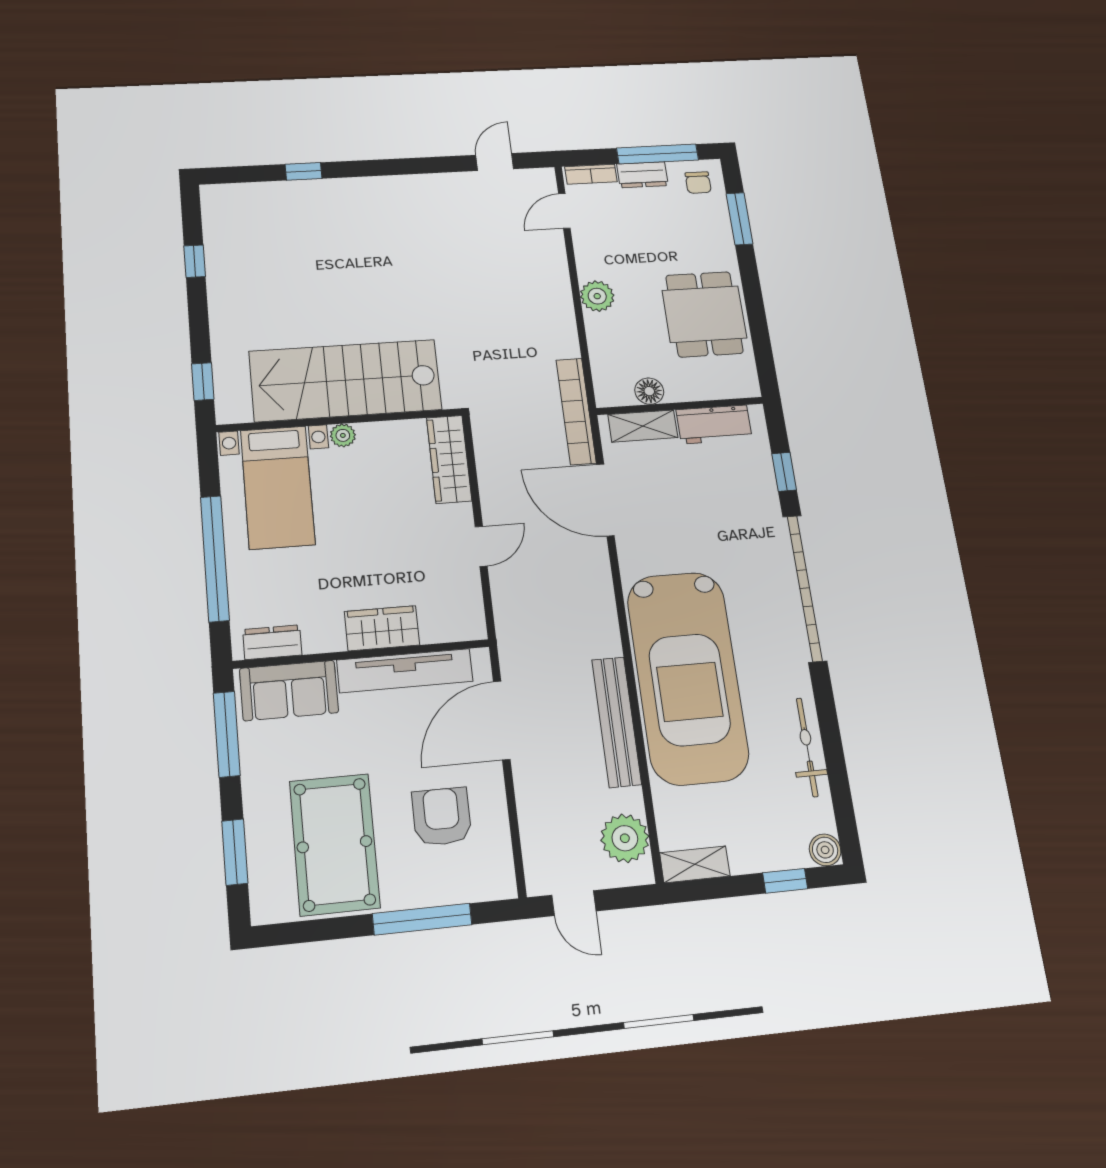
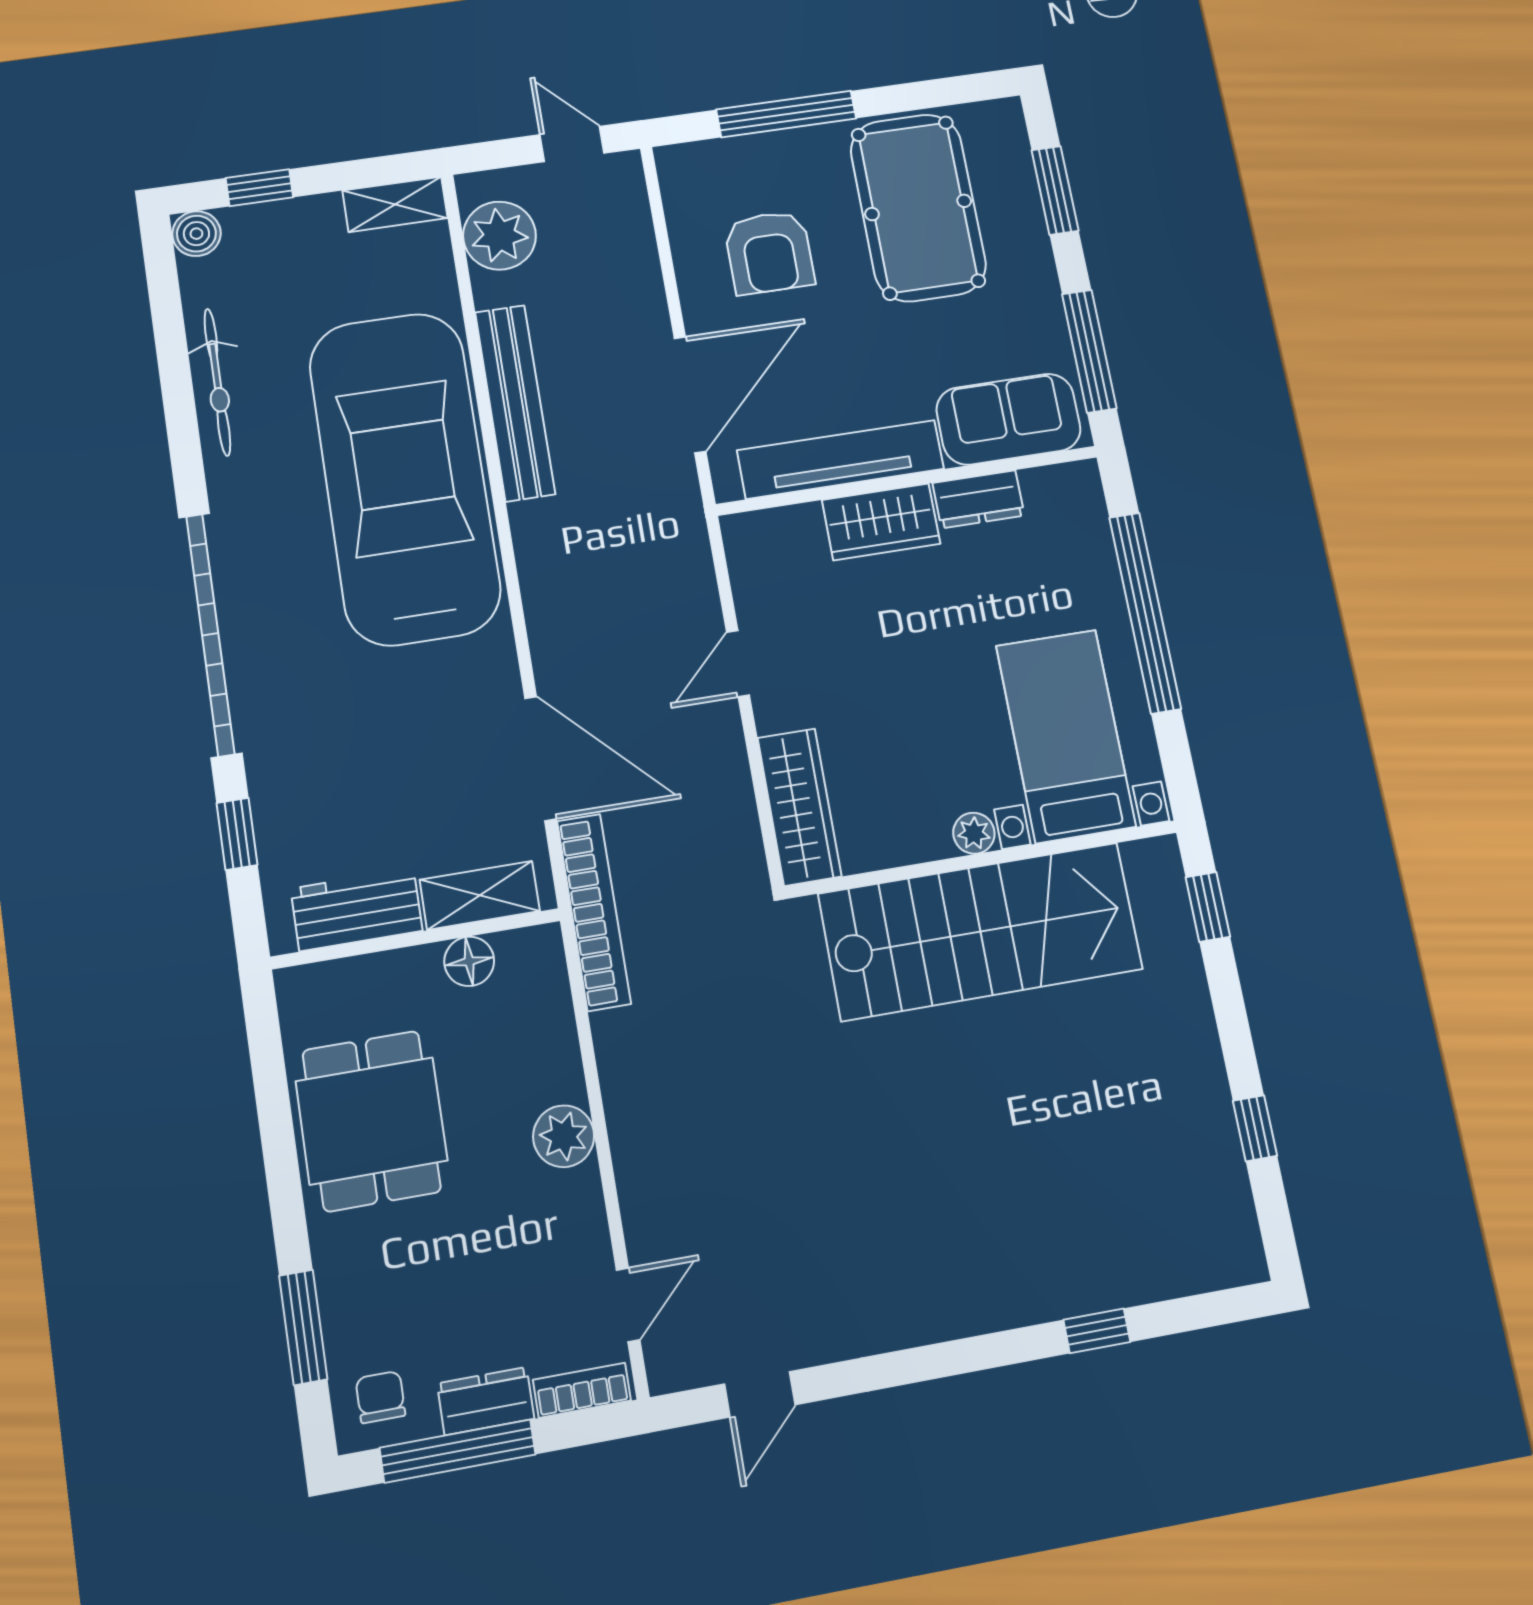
dresser: (272, 642) -> (978, 499), moved

